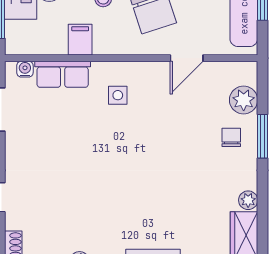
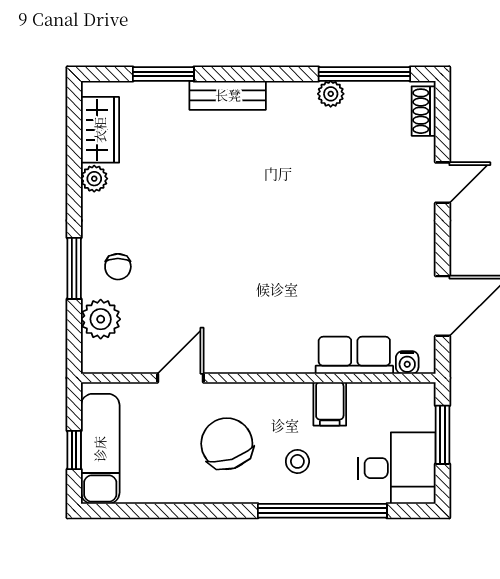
side table: (118, 95) -> (277, 326), removed

